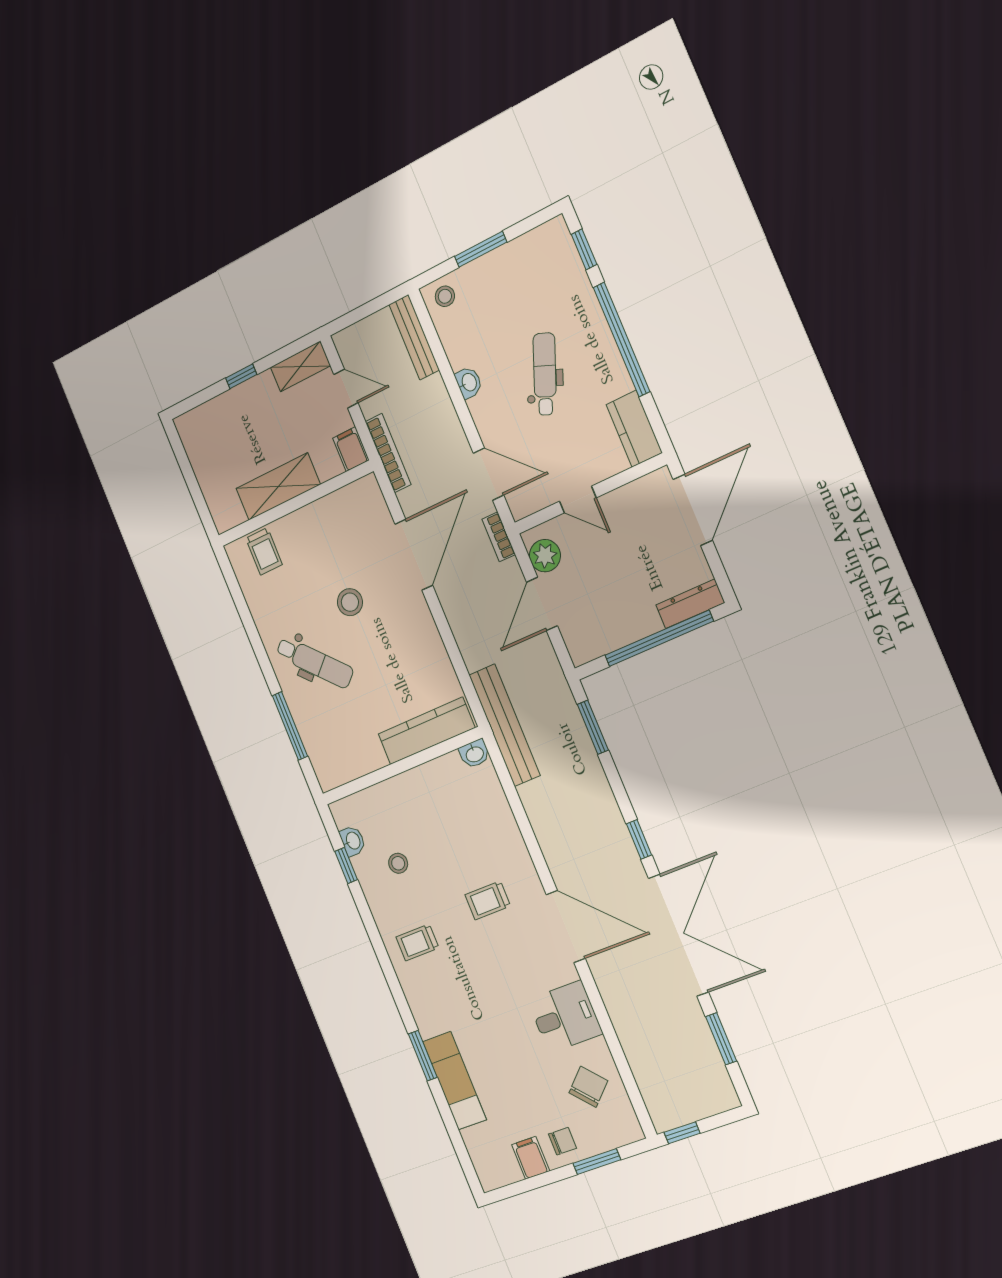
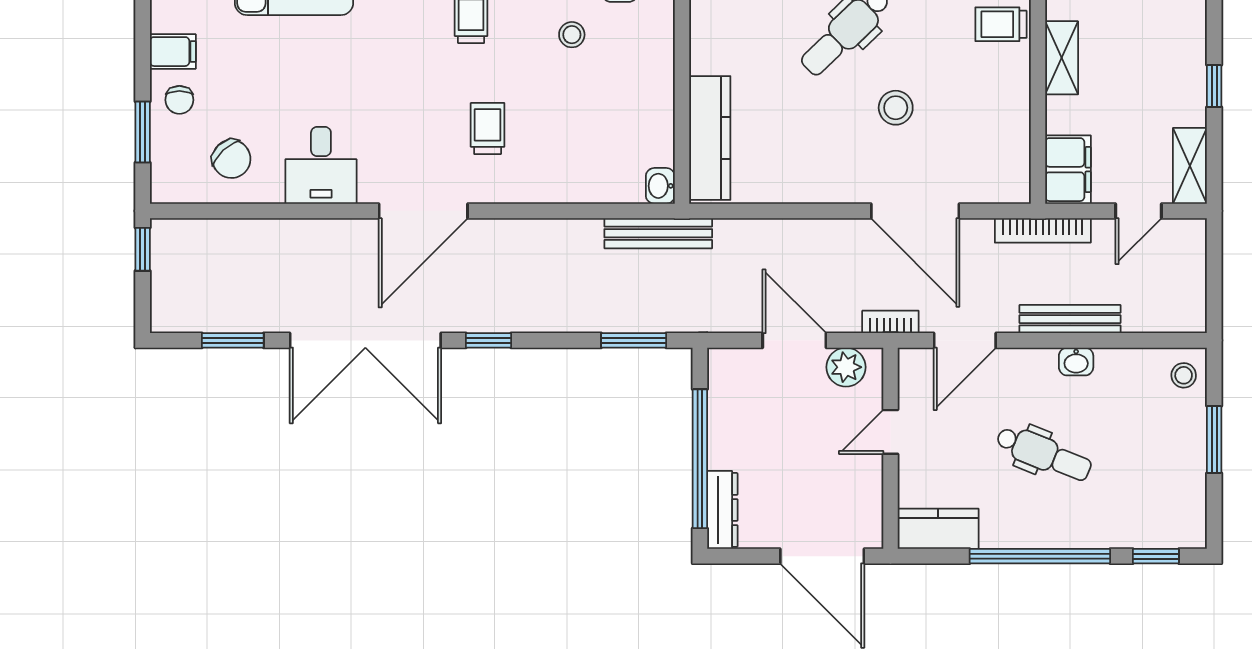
bench: (414, 337) -> (1070, 319), moved
filing cabinet: (351, 449) -> (1068, 170), width x2.00
shelving: (278, 487) -> (1062, 58), width x0.67, depth x0.75
bench: (504, 725) -> (658, 233), width x0.73, depth x0.82

